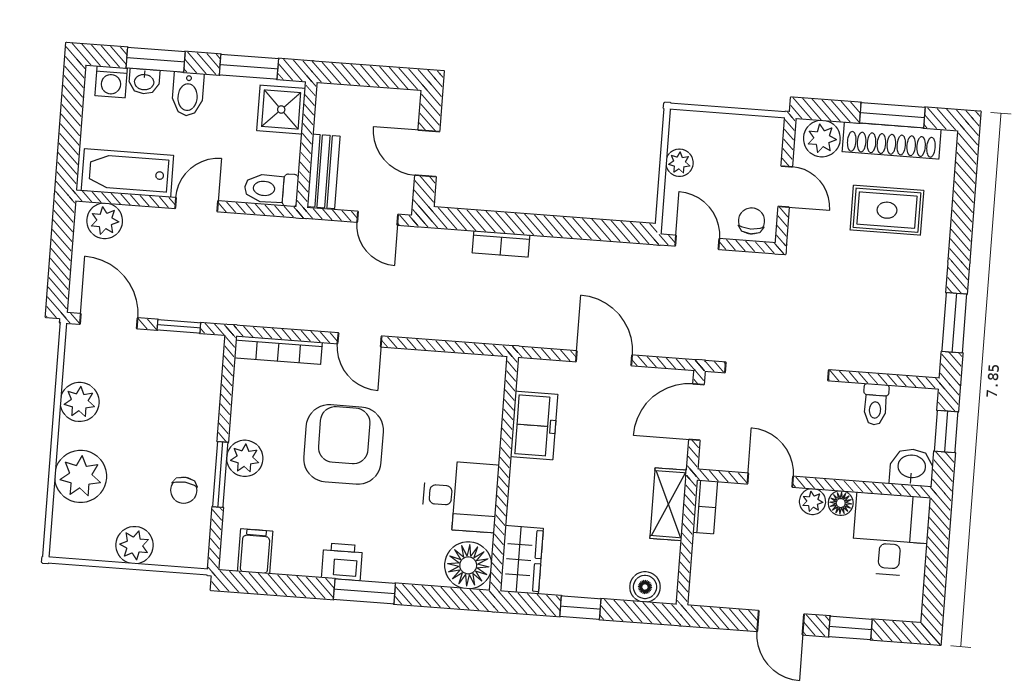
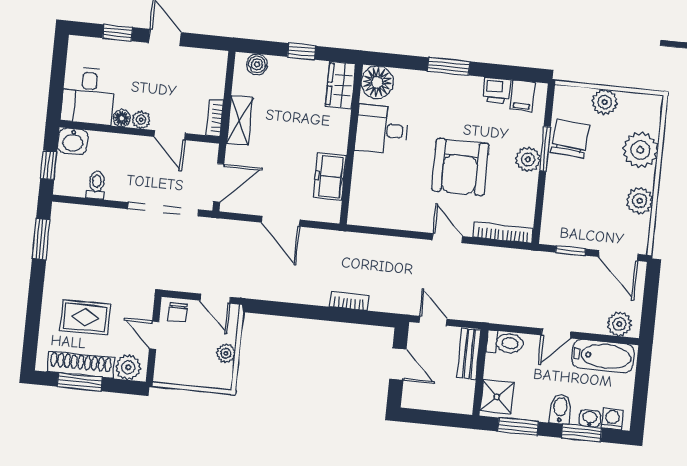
chair: (184, 490) -> (570, 139), width x1.87, depth x1.87
printer: (342, 562) -> (497, 90), moved

